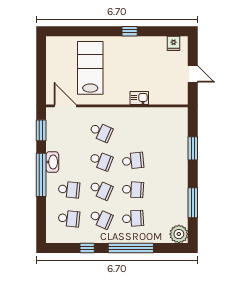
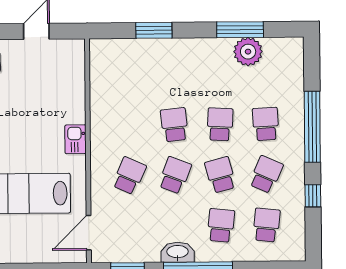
kitchen sink: (139, 98) -> (76, 139), moved
school desk: (101, 190) -> (220, 175), turned -39
plant: (179, 234) -> (248, 52), moved

